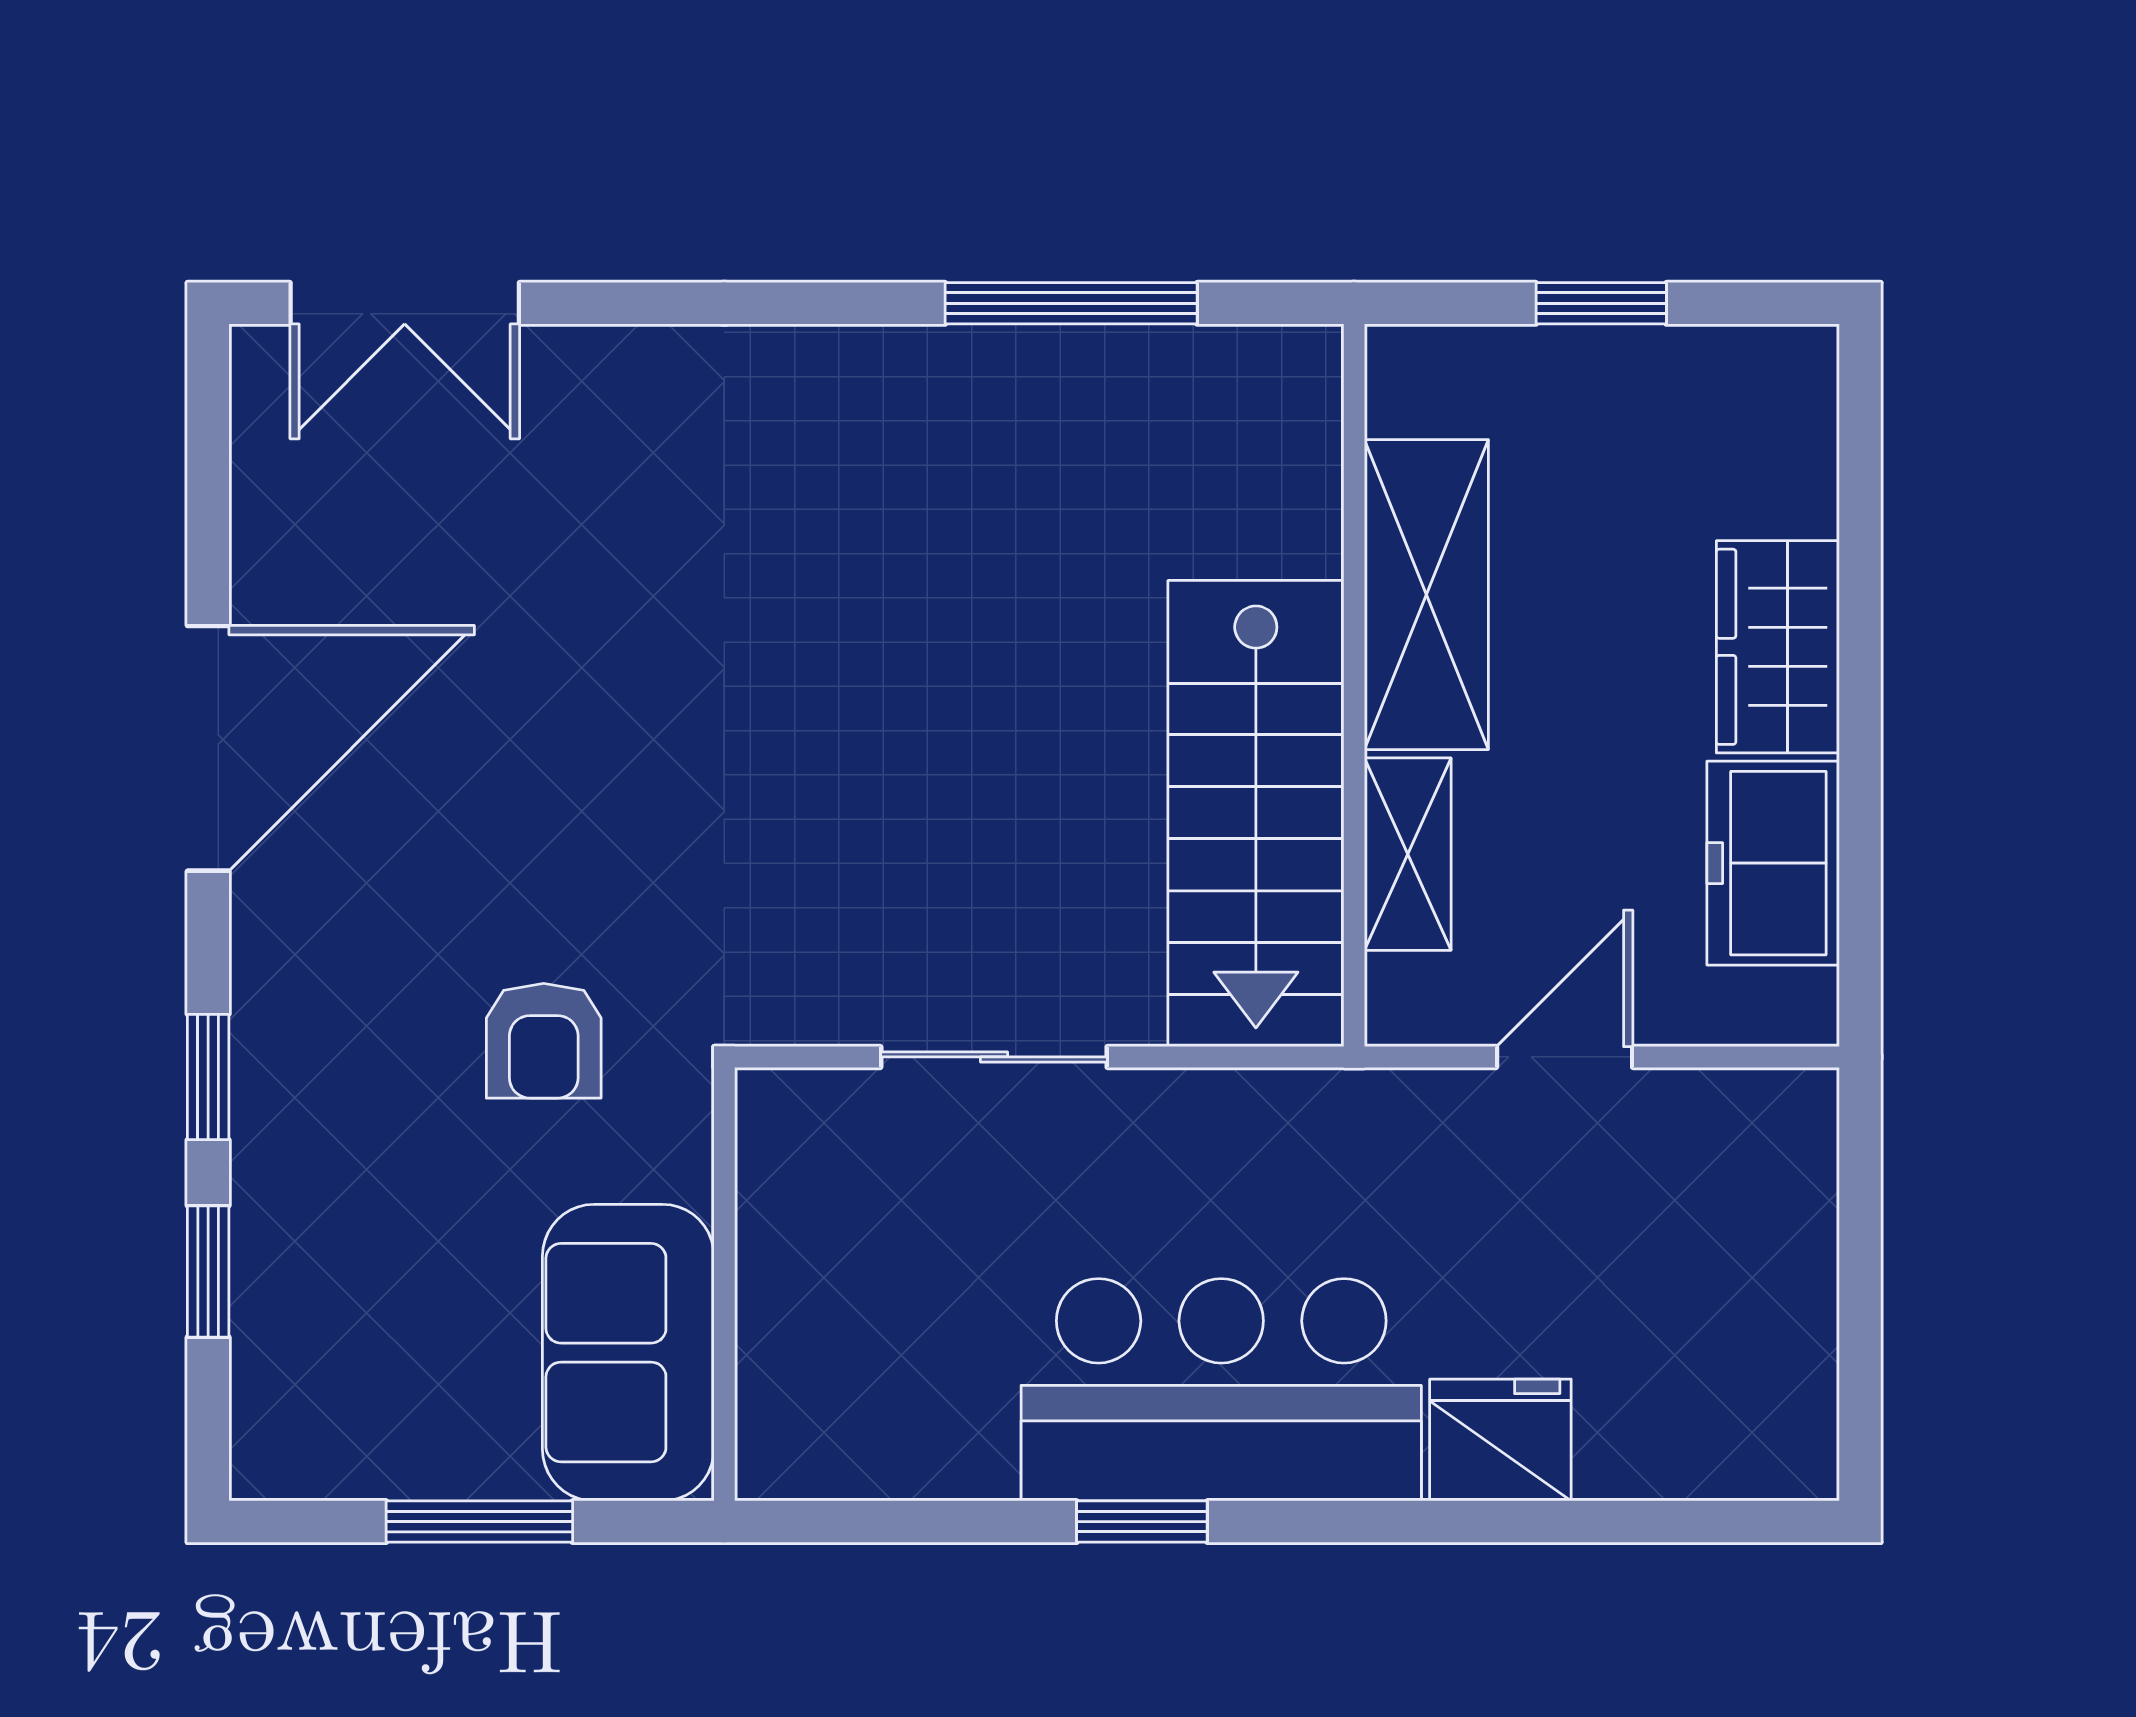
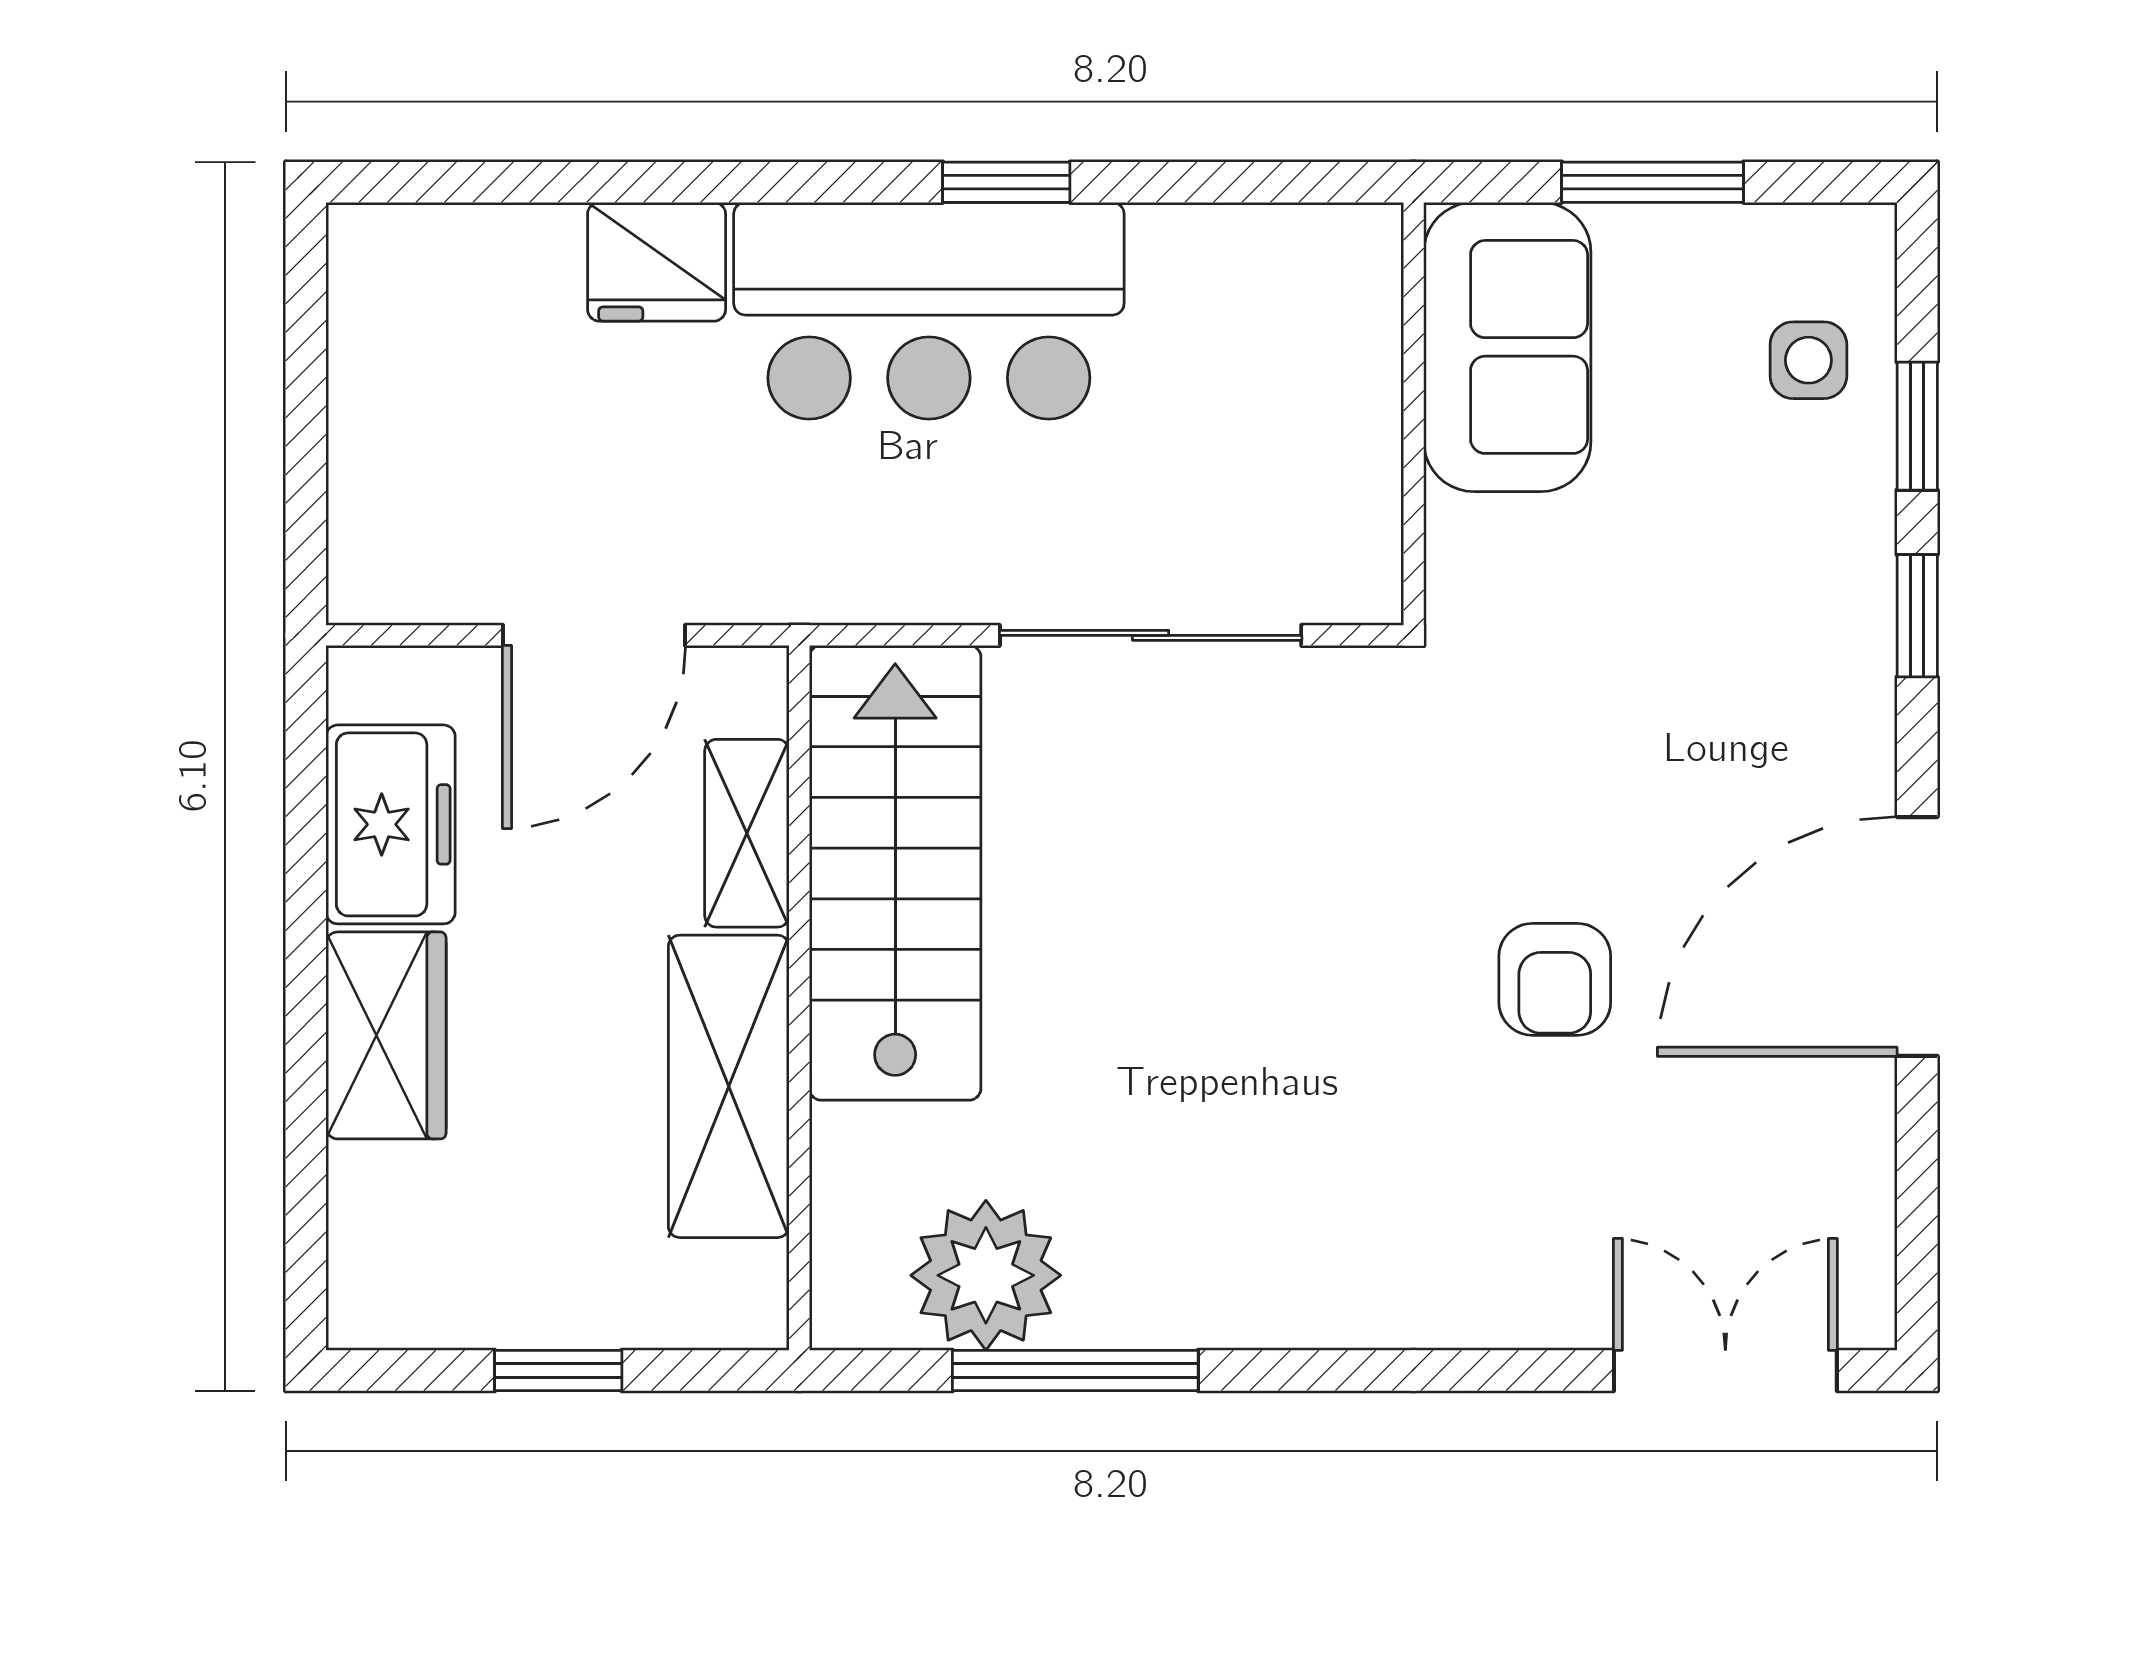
plant: (1163, 401) -> (986, 1275), added
armchair: (544, 1041) -> (1555, 979), moved, turned 180
sliding door: (994, 1057) -> (1151, 635), width x1.37
door: (1565, 1057) -> (594, 635), width x1.37
side table: (320, 1339) -> (1808, 360), added

